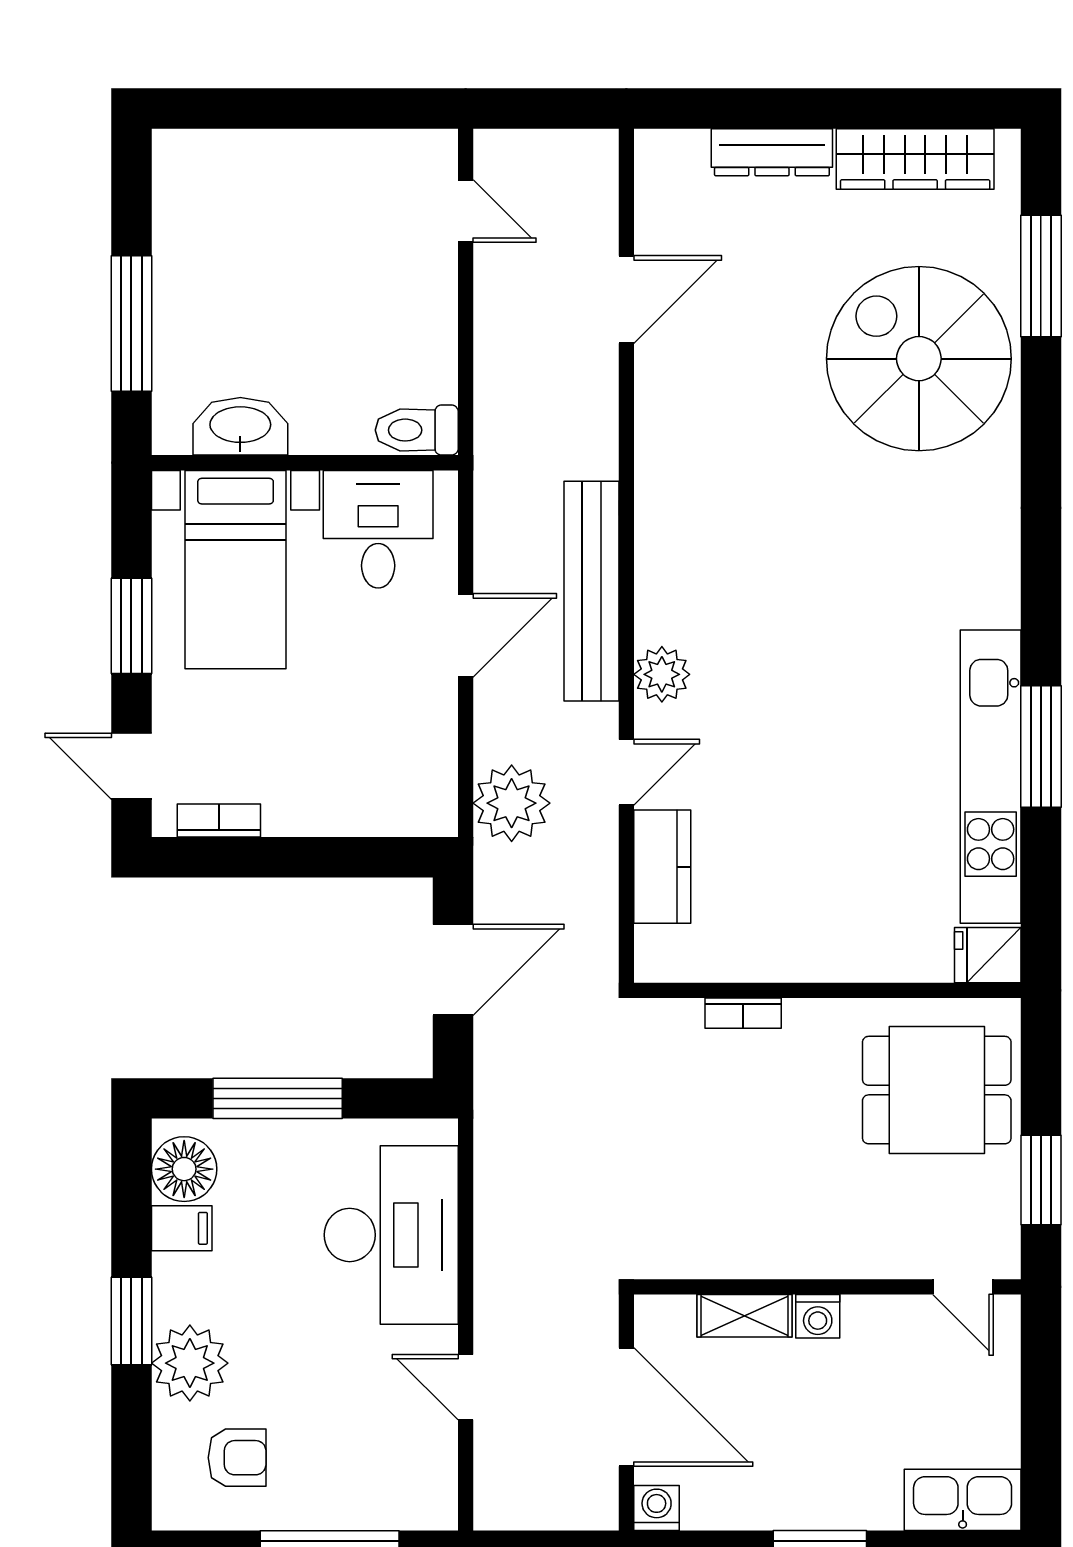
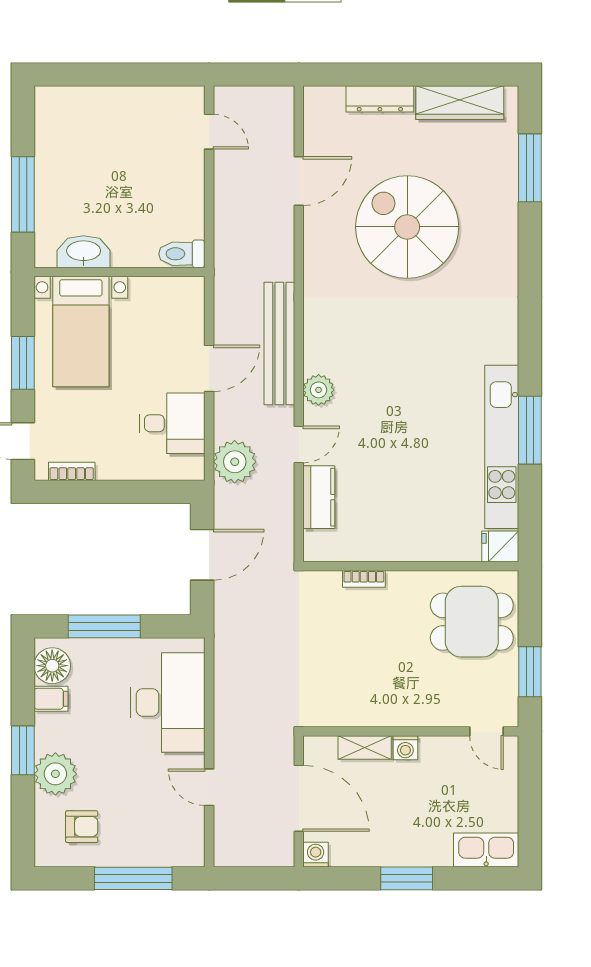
spiral stairs: (919, 359) -> (407, 227), moved
desk: (378, 529) -> (172, 423), moved, turned 90

